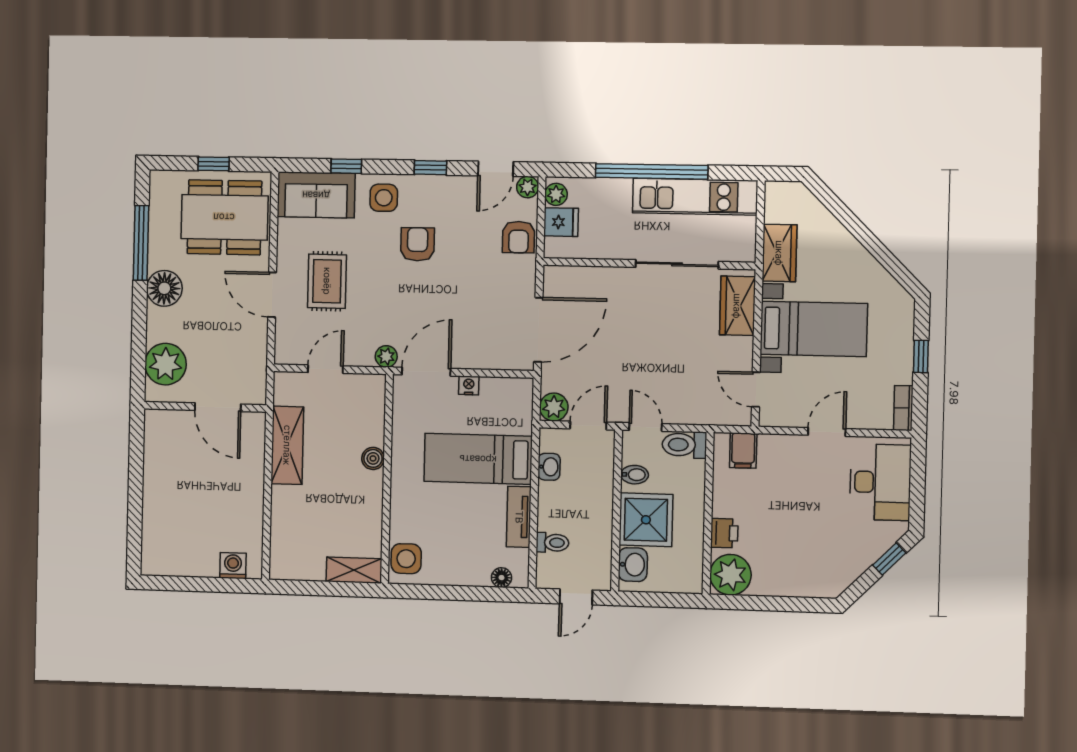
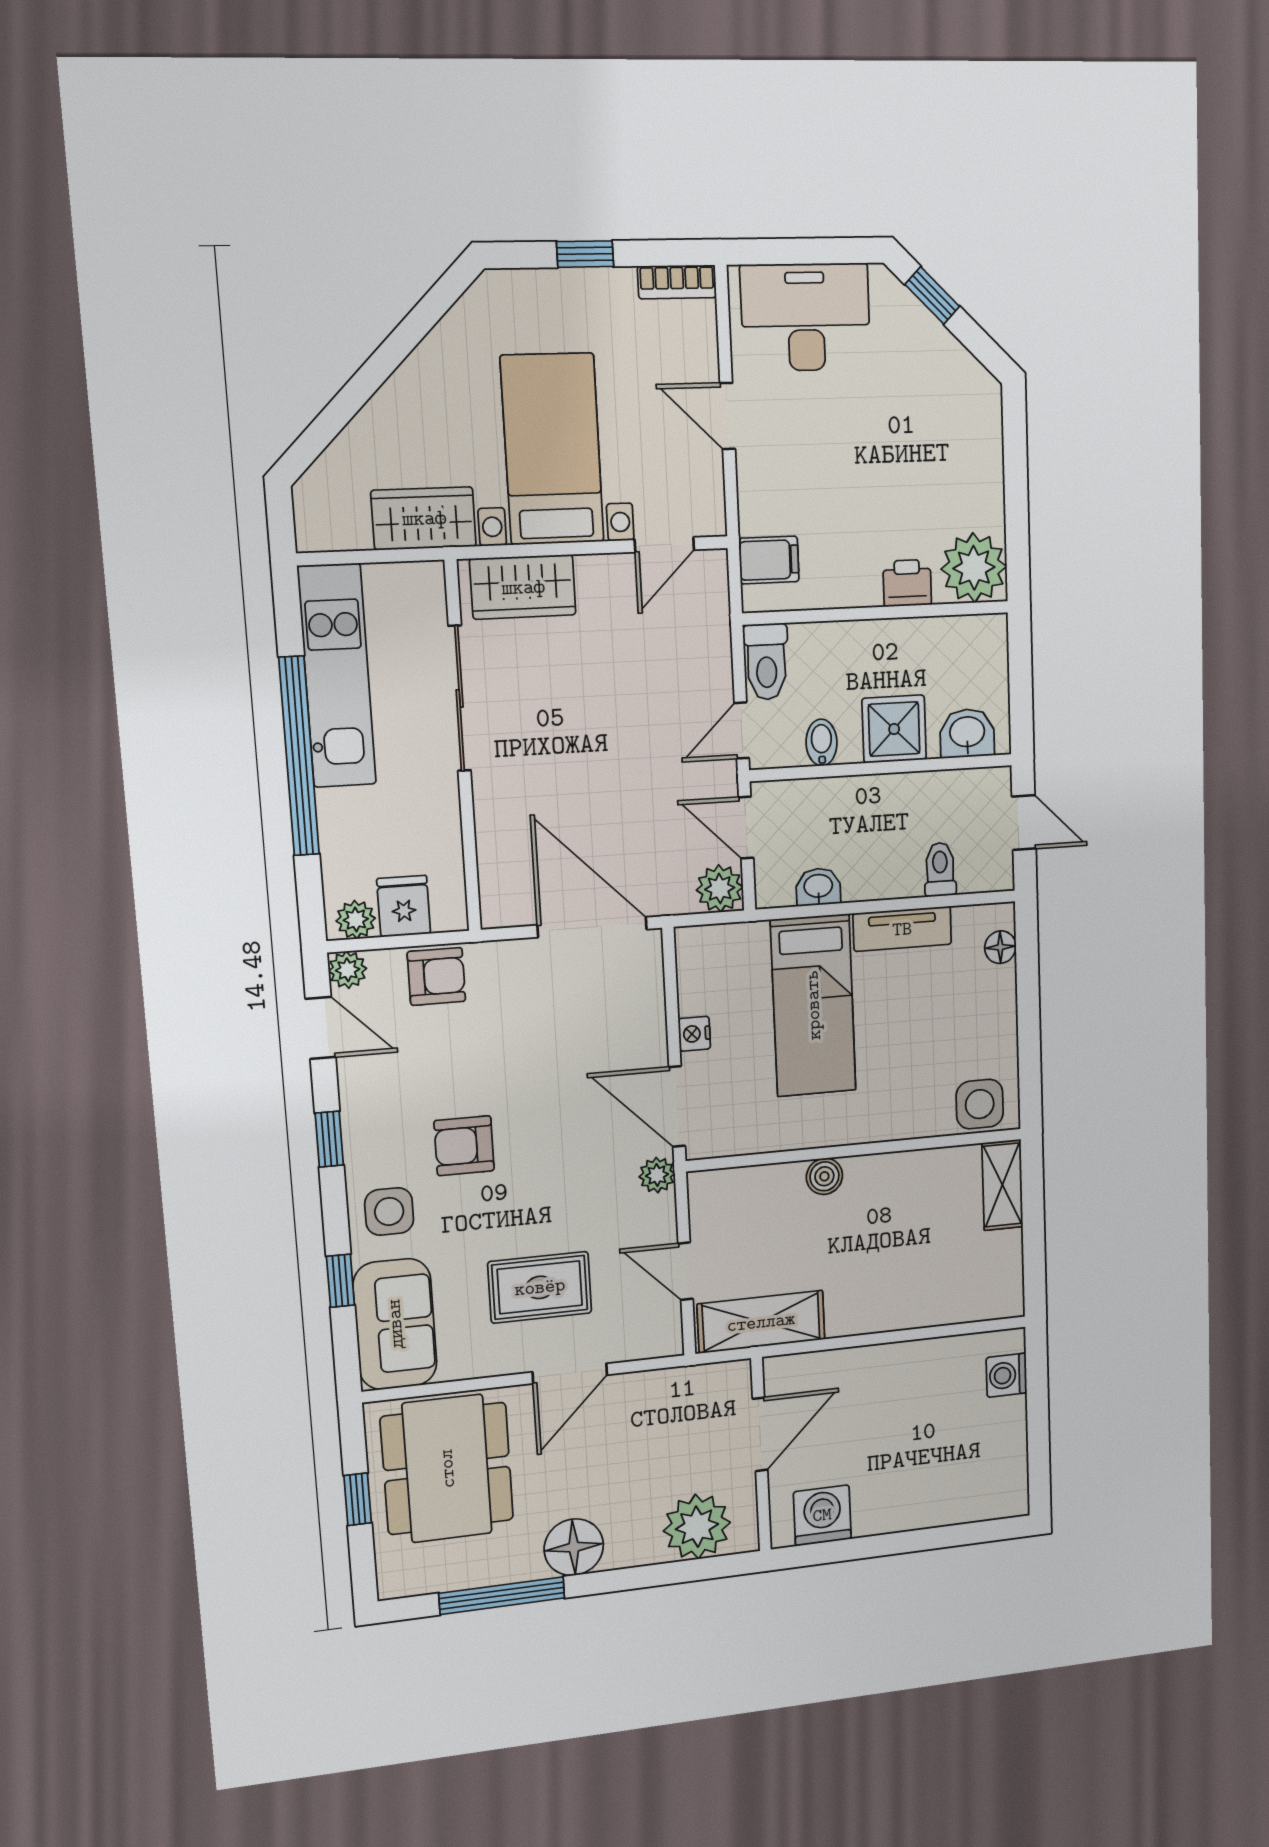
washing machine: (161, 442) -> (822, 1515), added
shelving: (287, 445) -> (761, 1322), moved
shower: (646, 520) -> (894, 729), width x0.73, depth x0.73

